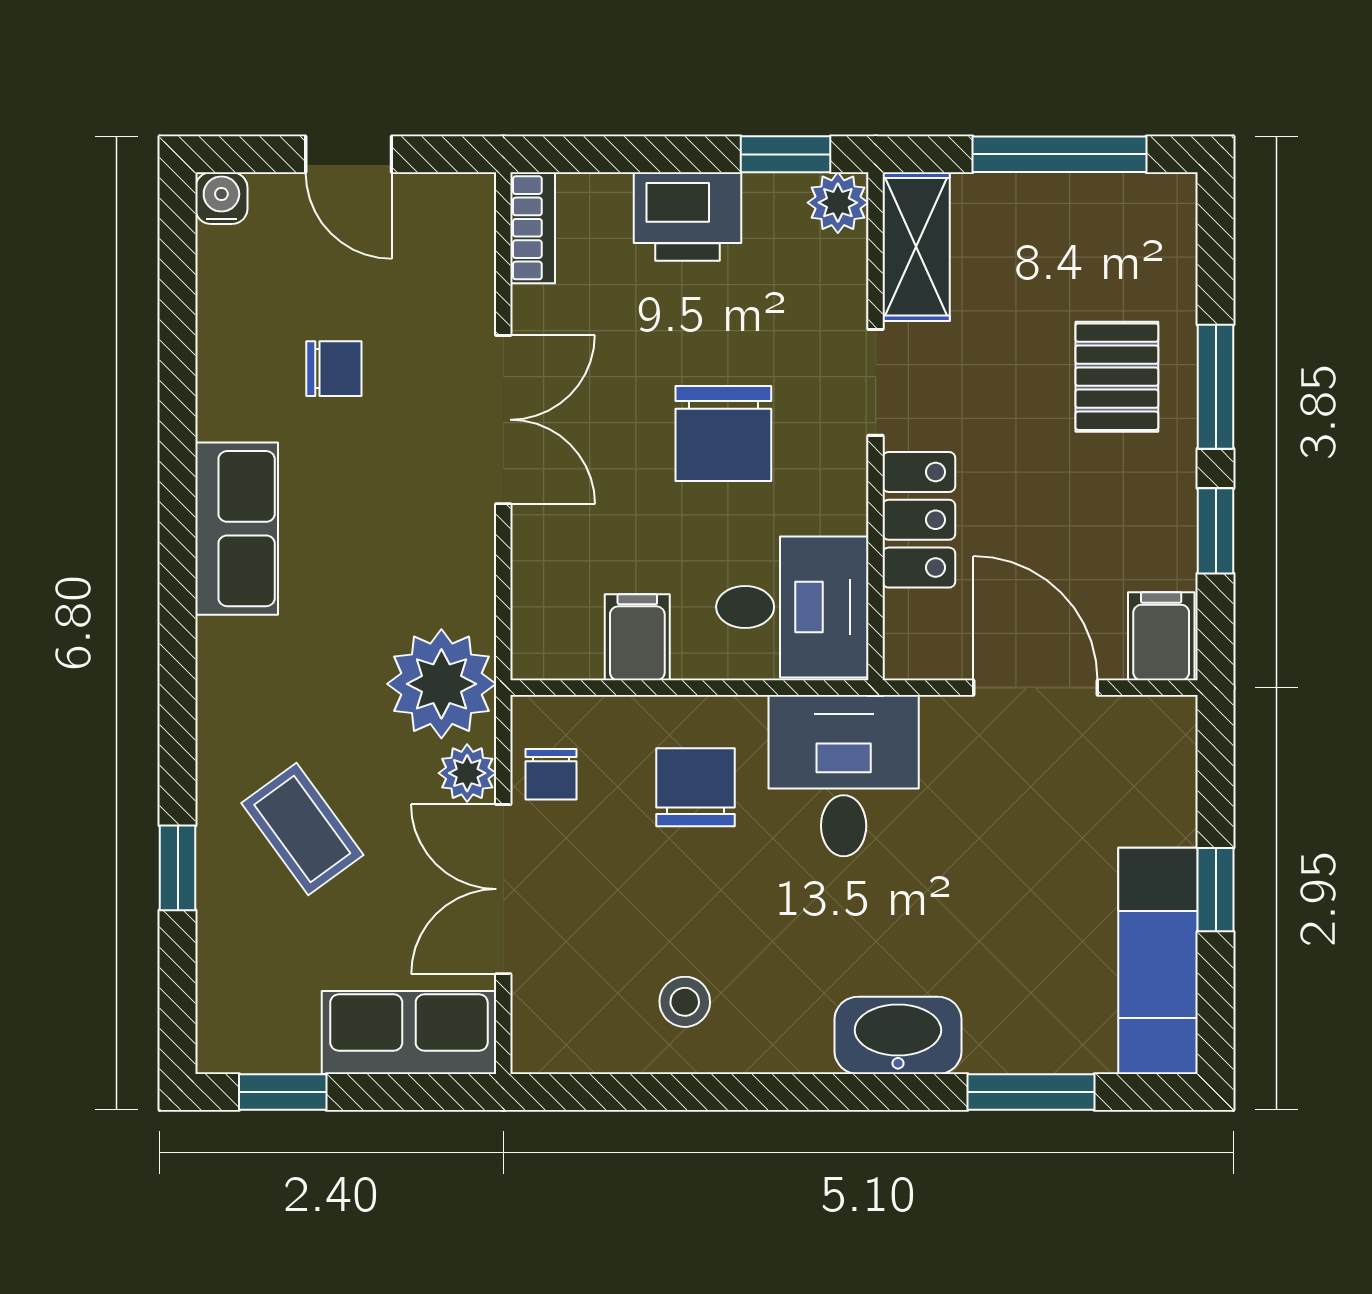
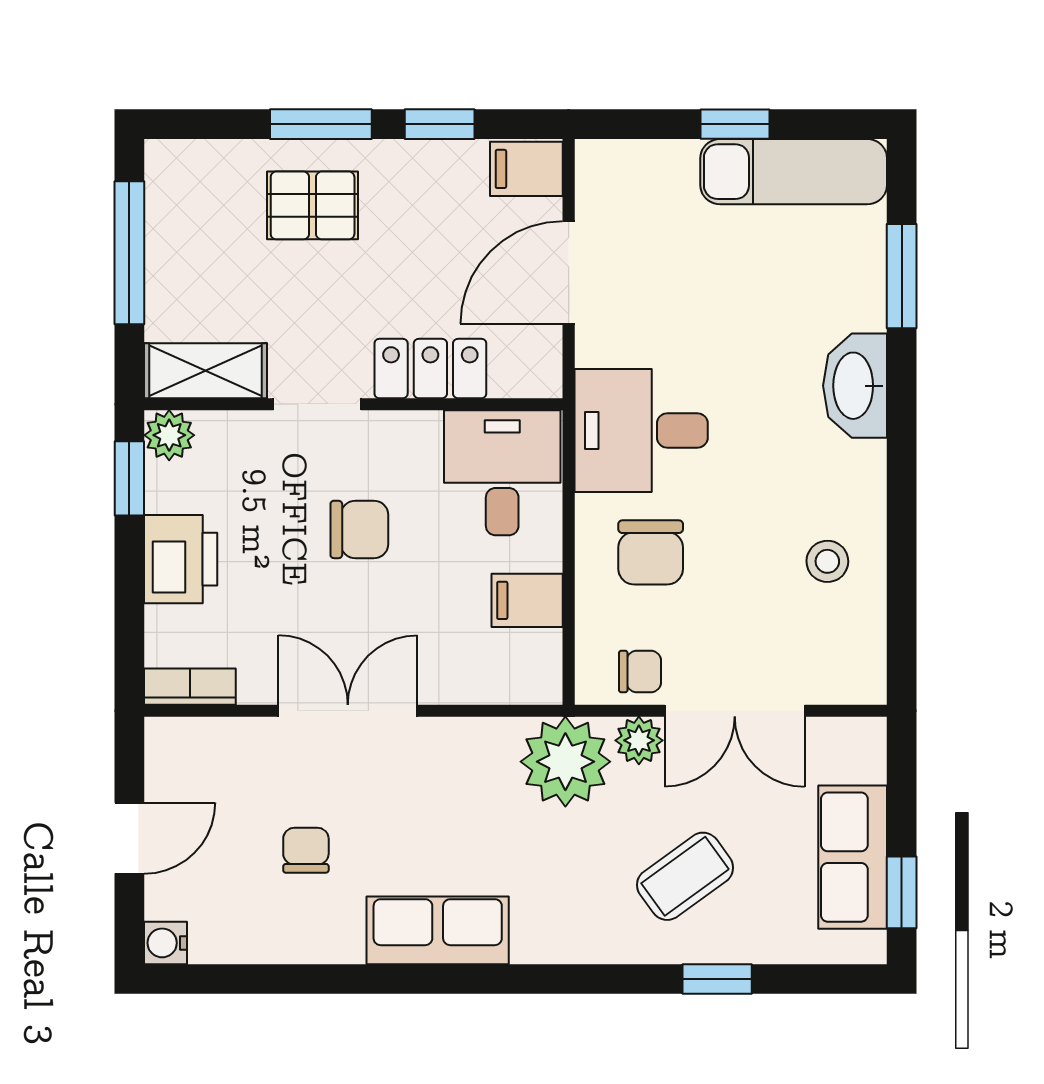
chair: (723, 434) -> (359, 529), width x0.73, depth x0.73
chair: (696, 787) -> (651, 552), turned -90
row of seats: (409, 1032) -> (853, 857), moved

